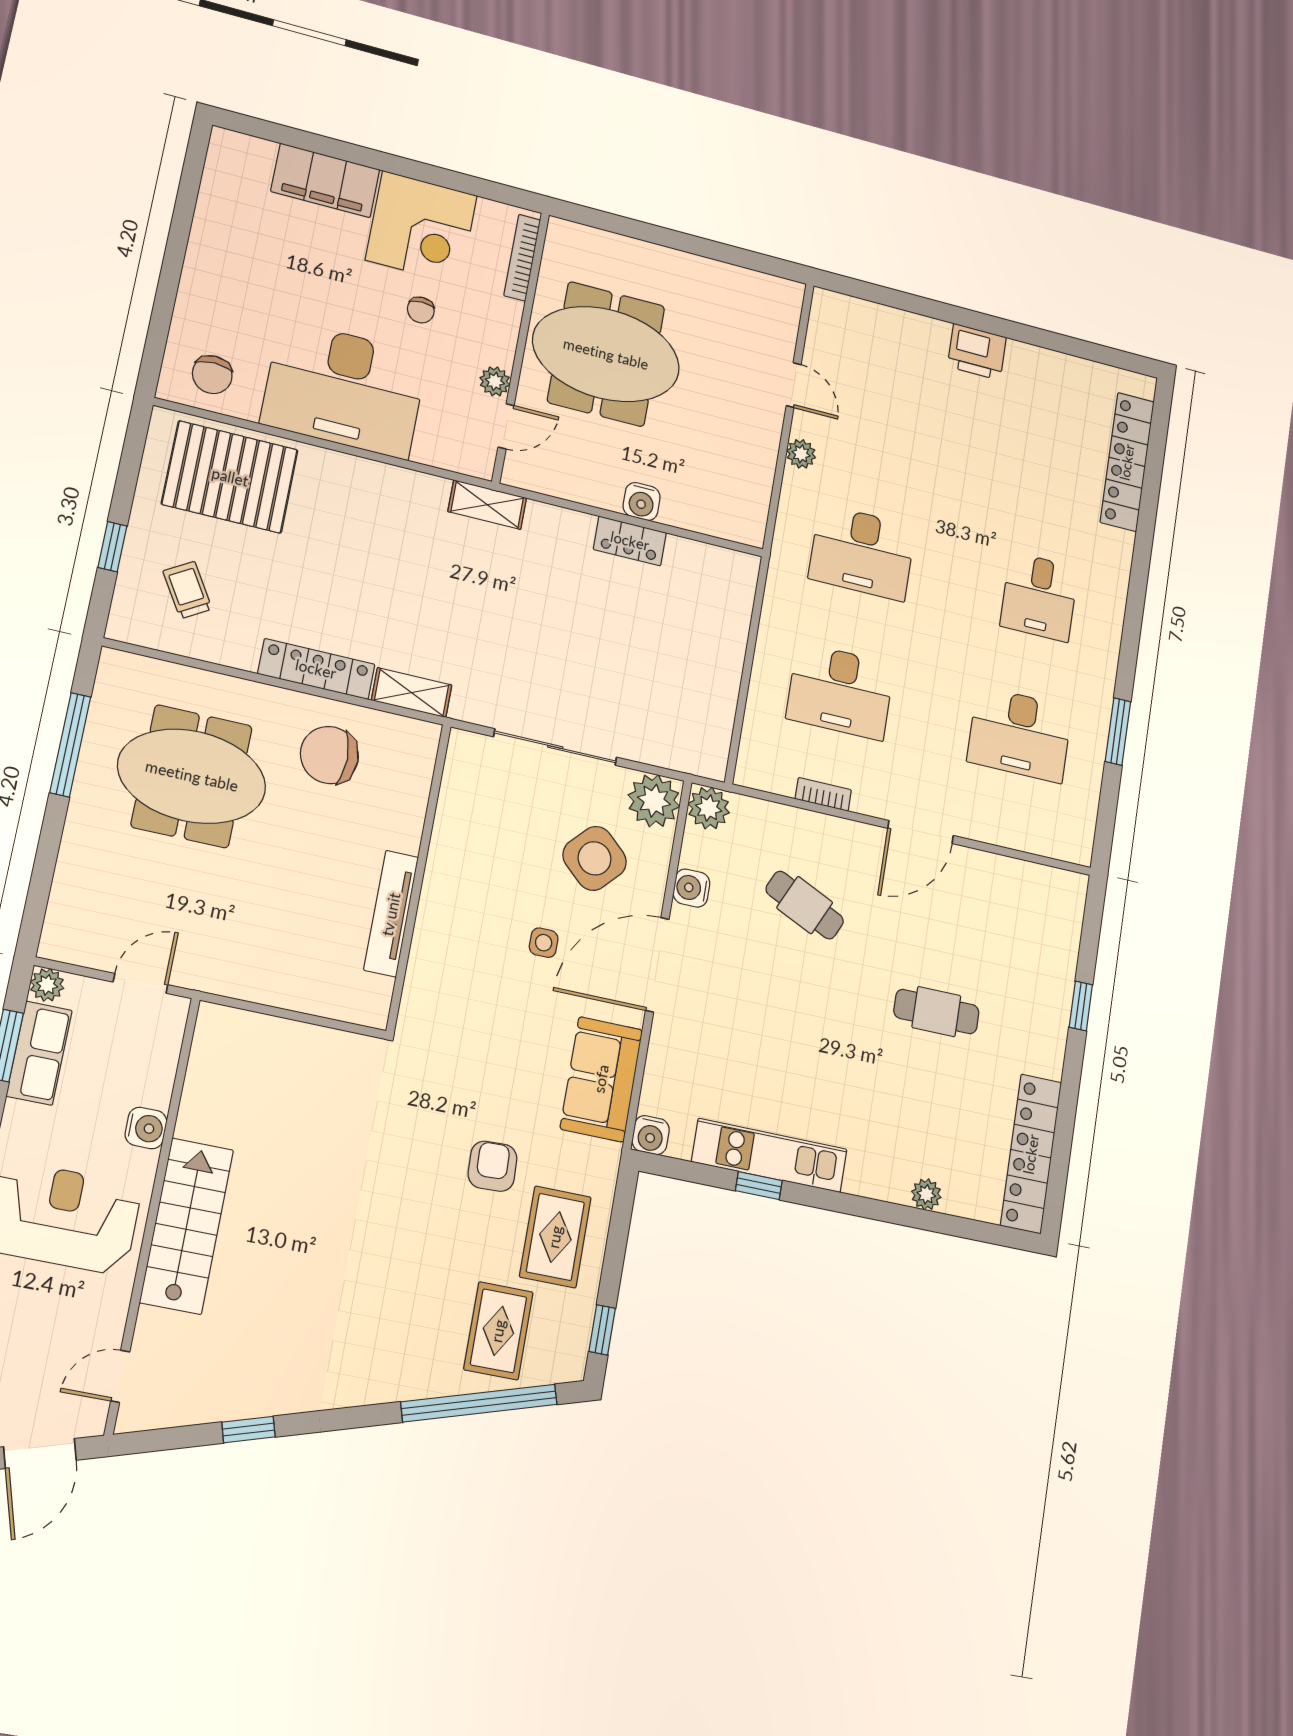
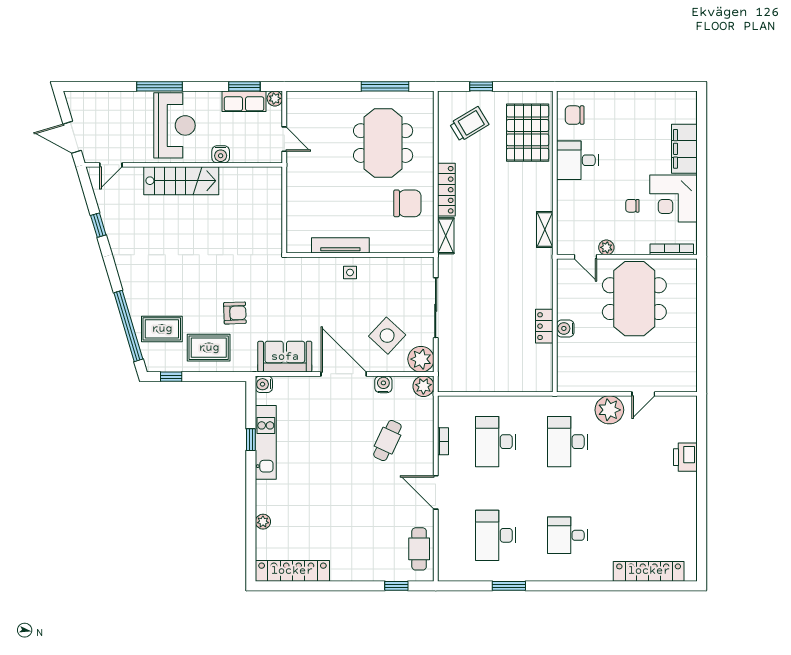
printer: (977, 352) -> (685, 457), moved
desk: (344, 389) -> (577, 160), width x0.53, depth x0.77
plant: (801, 454) -> (609, 410), width x1.88, depth x1.88
shelving: (487, 505) -> (545, 229), moved
trolley: (187, 590) -> (469, 124), width x1.36, depth x1.39
chair: (329, 755) -> (407, 203), turned 90
side table: (544, 943) -> (350, 272), moved
window: (1081, 1006) -> (396, 586), moved
cafe table: (936, 1012) -> (419, 549), moved
door: (120, 1376) -> (111, 165), swing flipped

